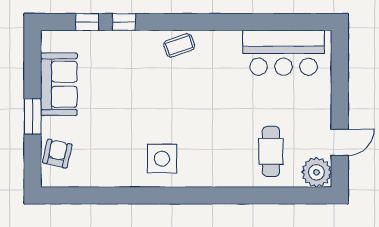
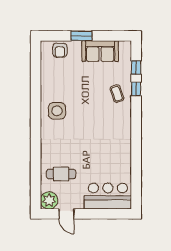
coffee table: (179, 45) -> (117, 94), moved
bar counter: (284, 53) -> (108, 196), moved, turned 90
armchair: (57, 154) -> (60, 50), turned 77

